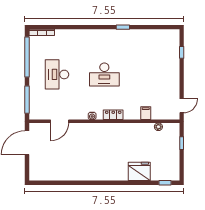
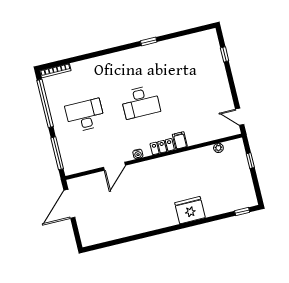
desk: (57, 74) -> (85, 115), turned 90
door: (182, 106) -> (240, 117), swing flipped
filing cabinet: (146, 113) -> (180, 140), moved
door: (60, 121) -> (114, 166), moved
fridge: (139, 171) -> (190, 210), moved

